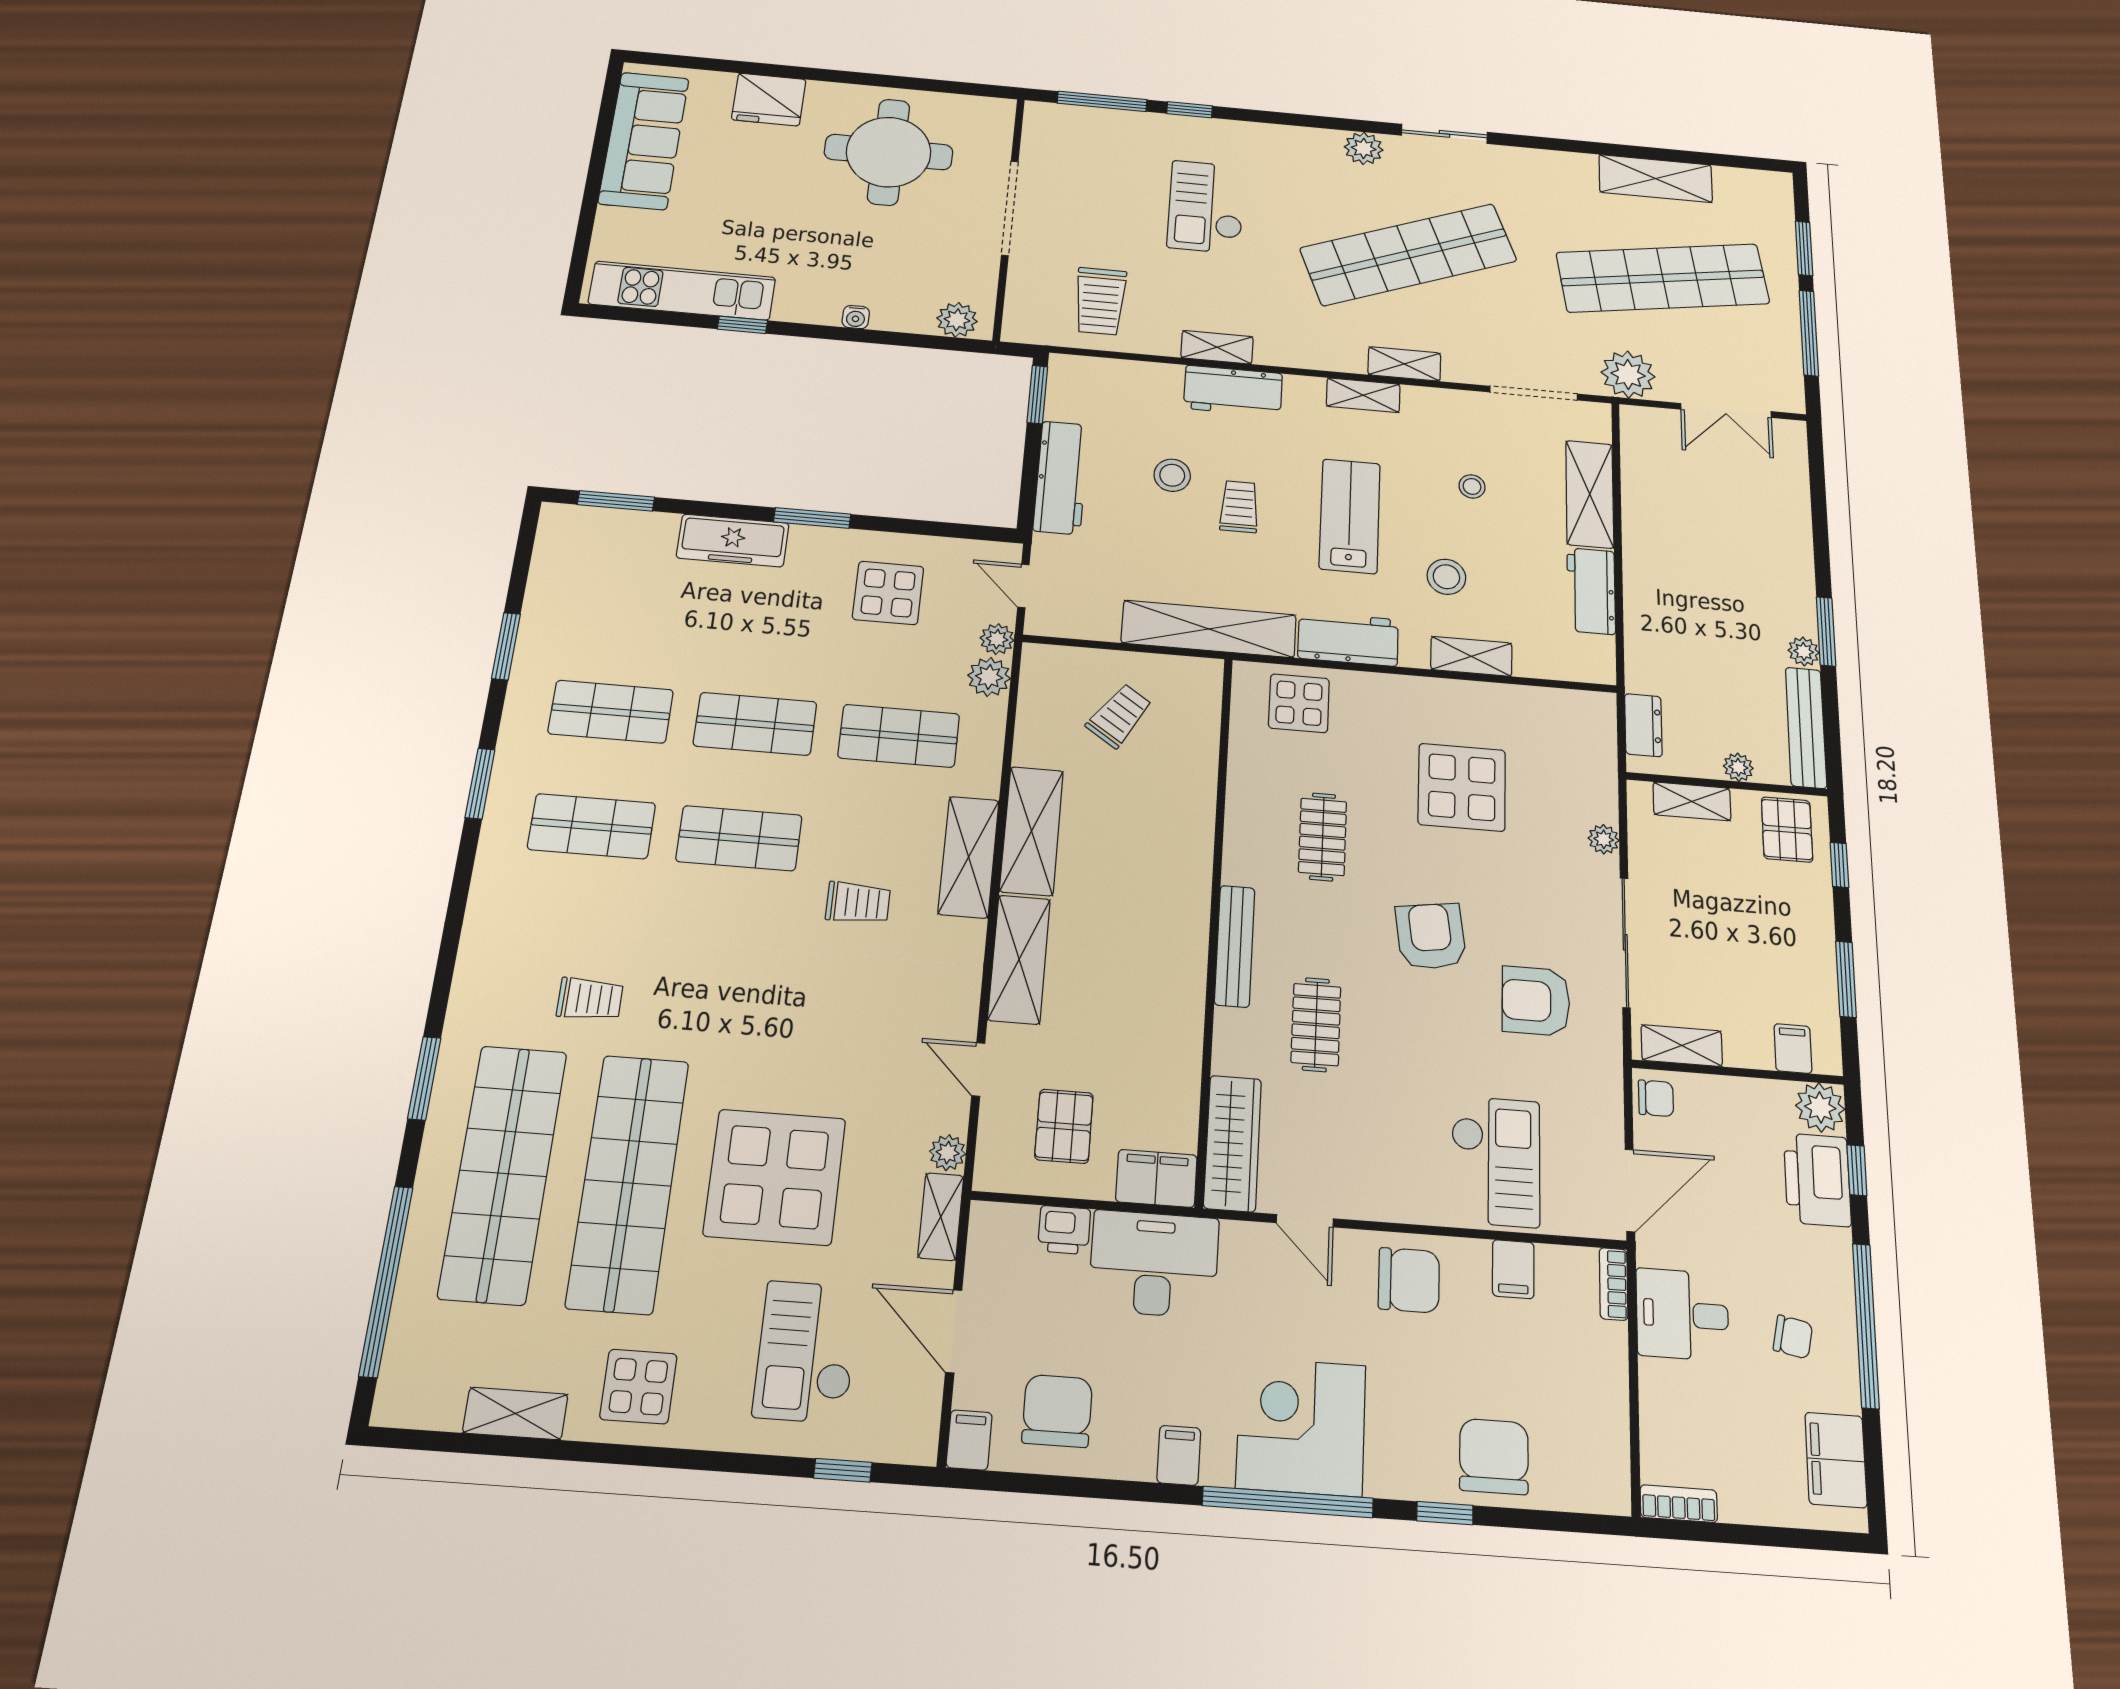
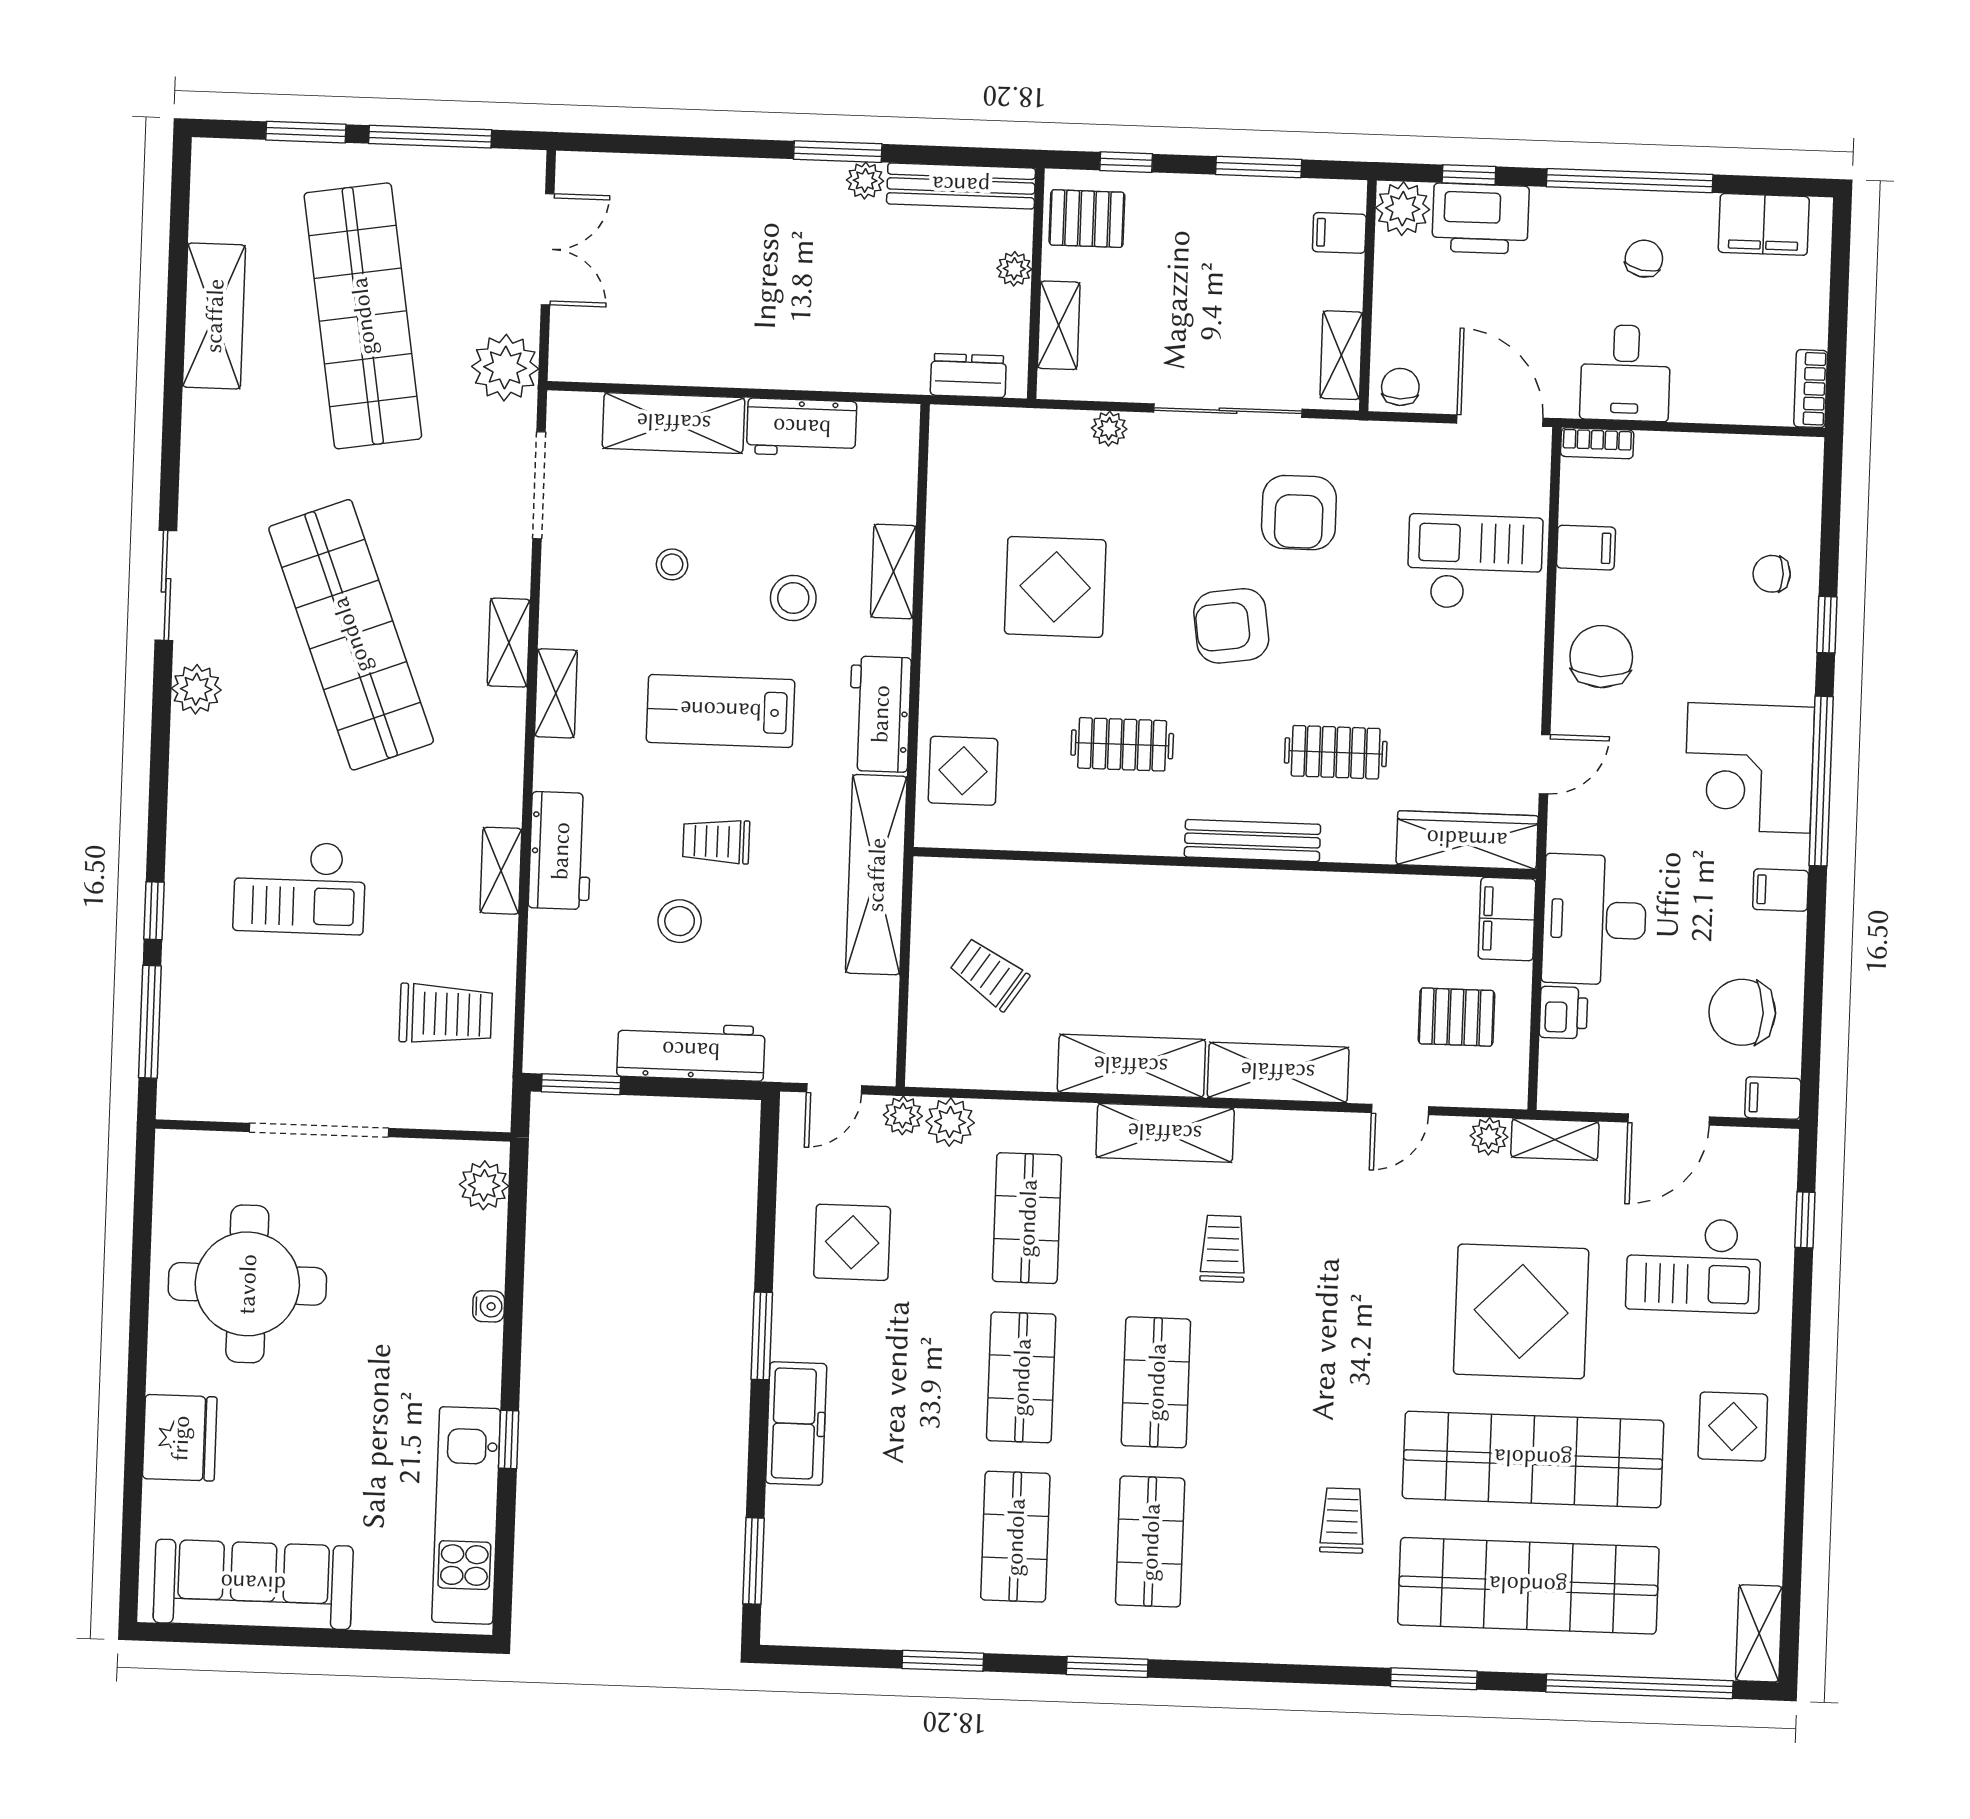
shelving: (515, 1414) -> (1759, 1633), moved
chair: (1494, 1457) -> (1772, 574), width x0.54, depth x0.54

